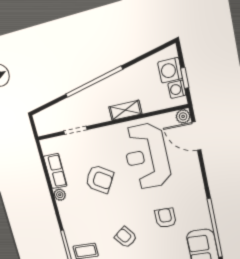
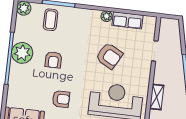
armchair: (99, 179) -> (109, 56), turned -92
armchair: (126, 237) -> (53, 60), turned 128

